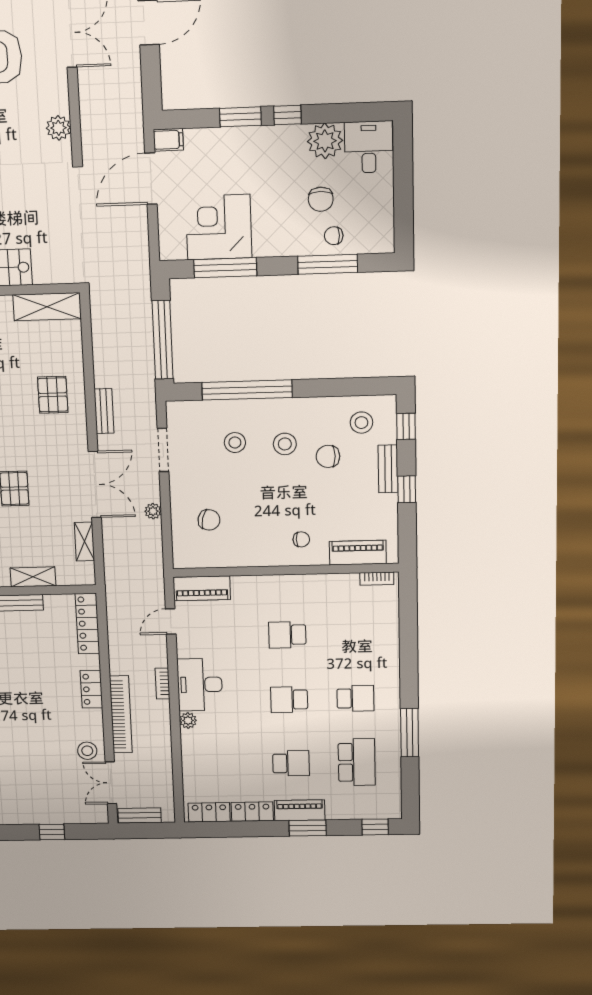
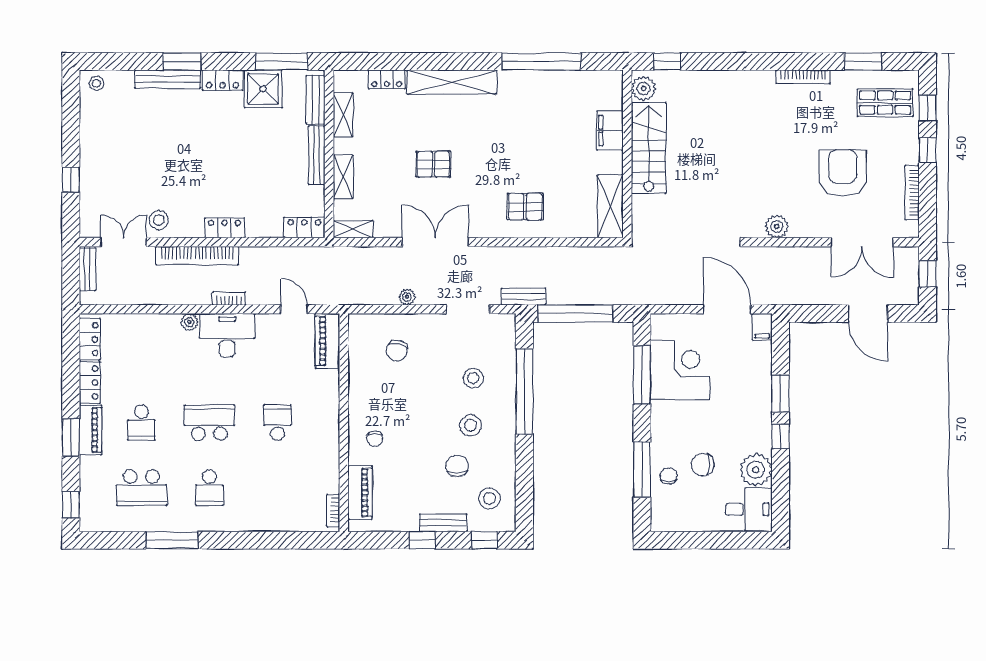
bench: (104, 411) -> (523, 297), moved
double door: (95, 484) -> (435, 242), swing flipped
shelving: (84, 542) -> (353, 229), moved
locker: (87, 624) -> (304, 228), width x0.66
school desk: (289, 700) -> (209, 423), width x1.85

